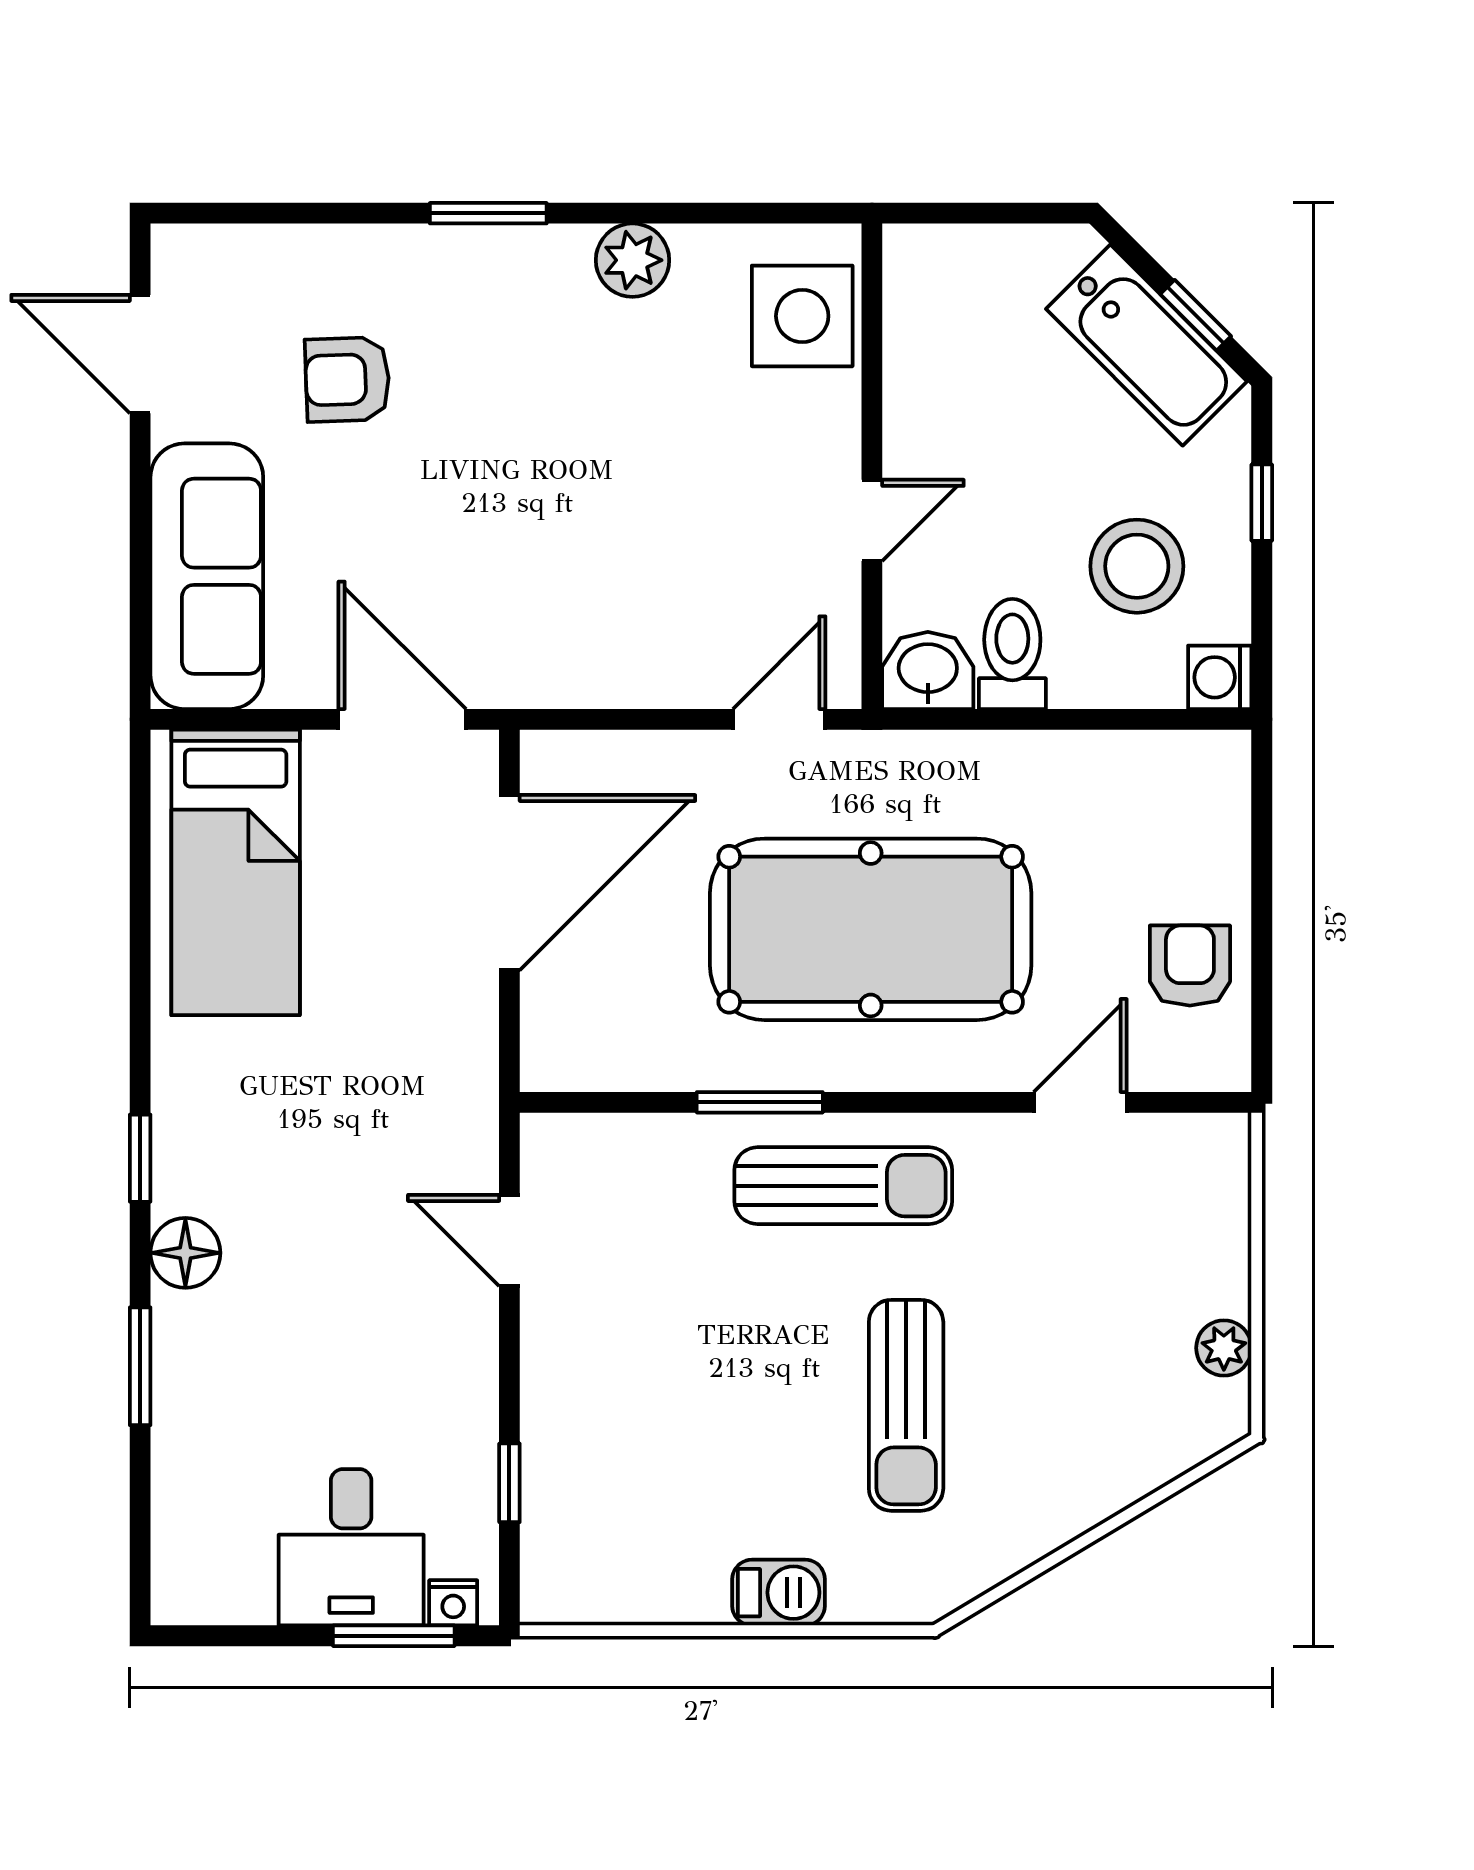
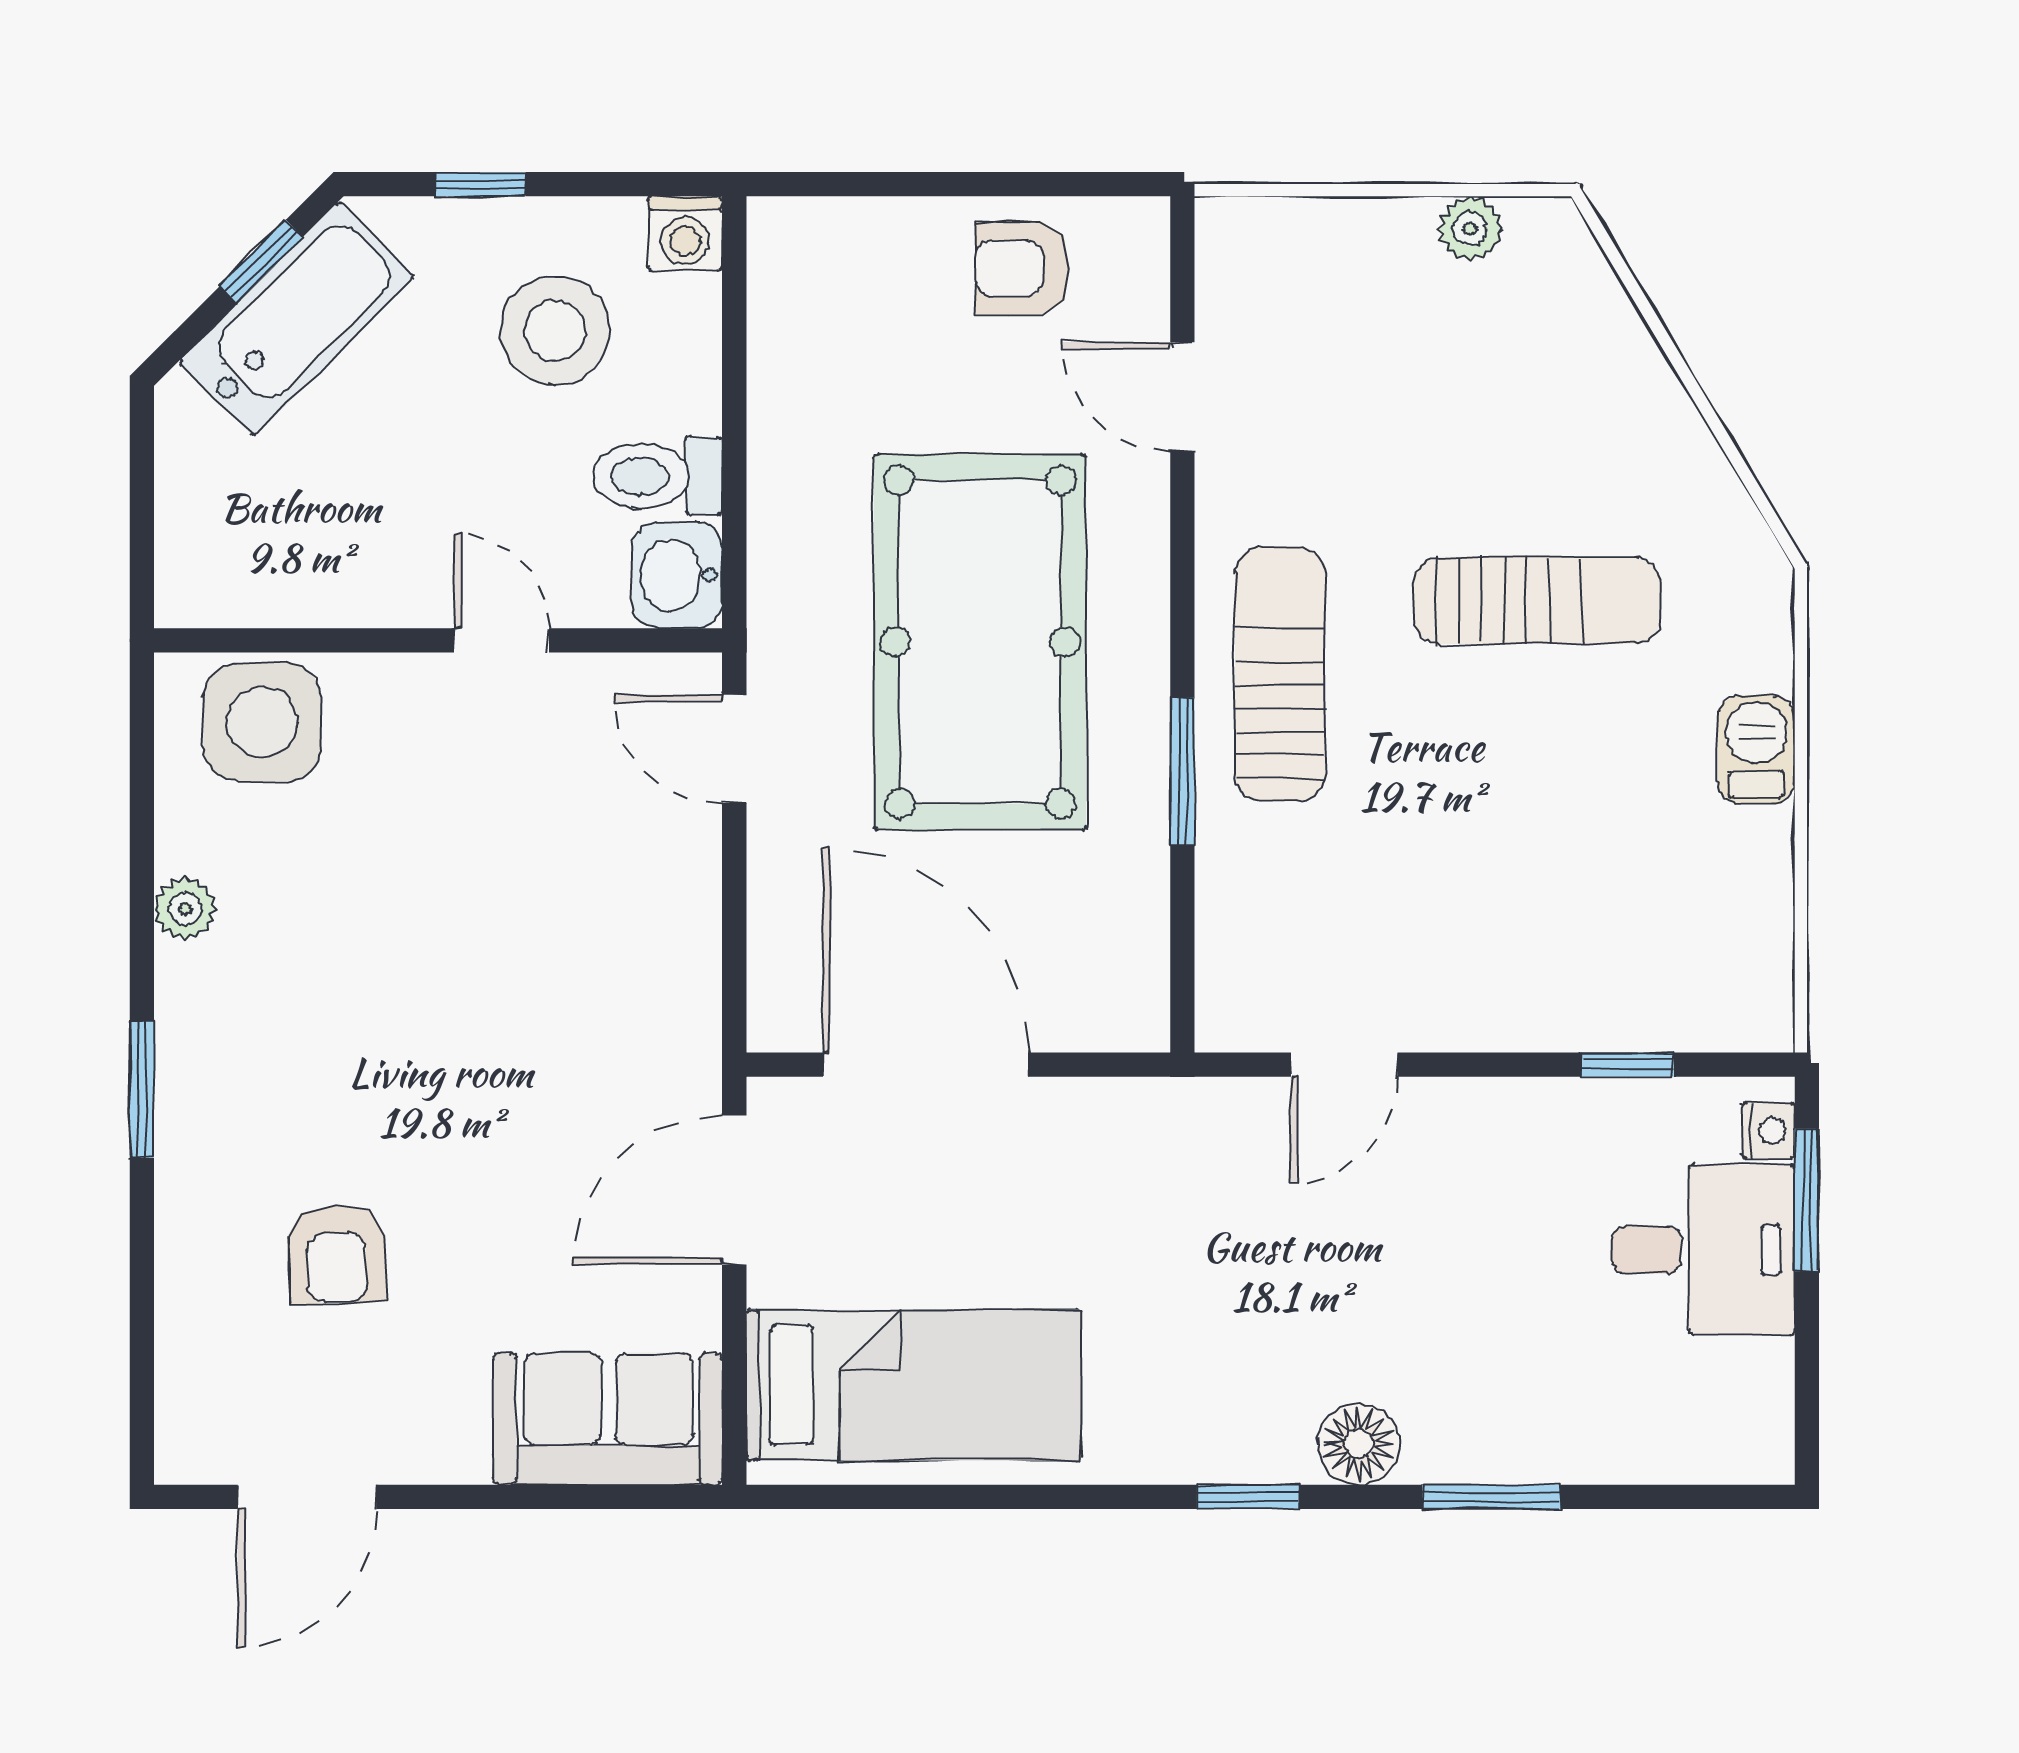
plant: (632, 260) -> (185, 909), width x0.73, depth x0.73
sofa: (207, 576) -> (608, 1419), width x0.73

